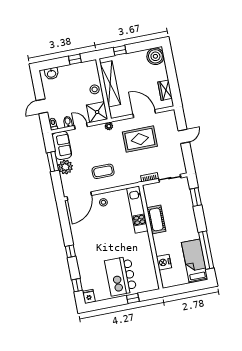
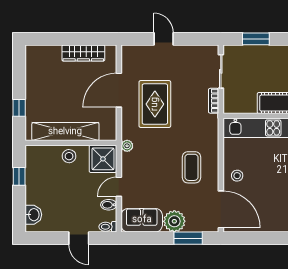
boiler: (155, 56) -> (38, 57), removed
wardrobe: (165, 90) -> (83, 53), width x1.50
window: (53, 162) -> (188, 238), moved

